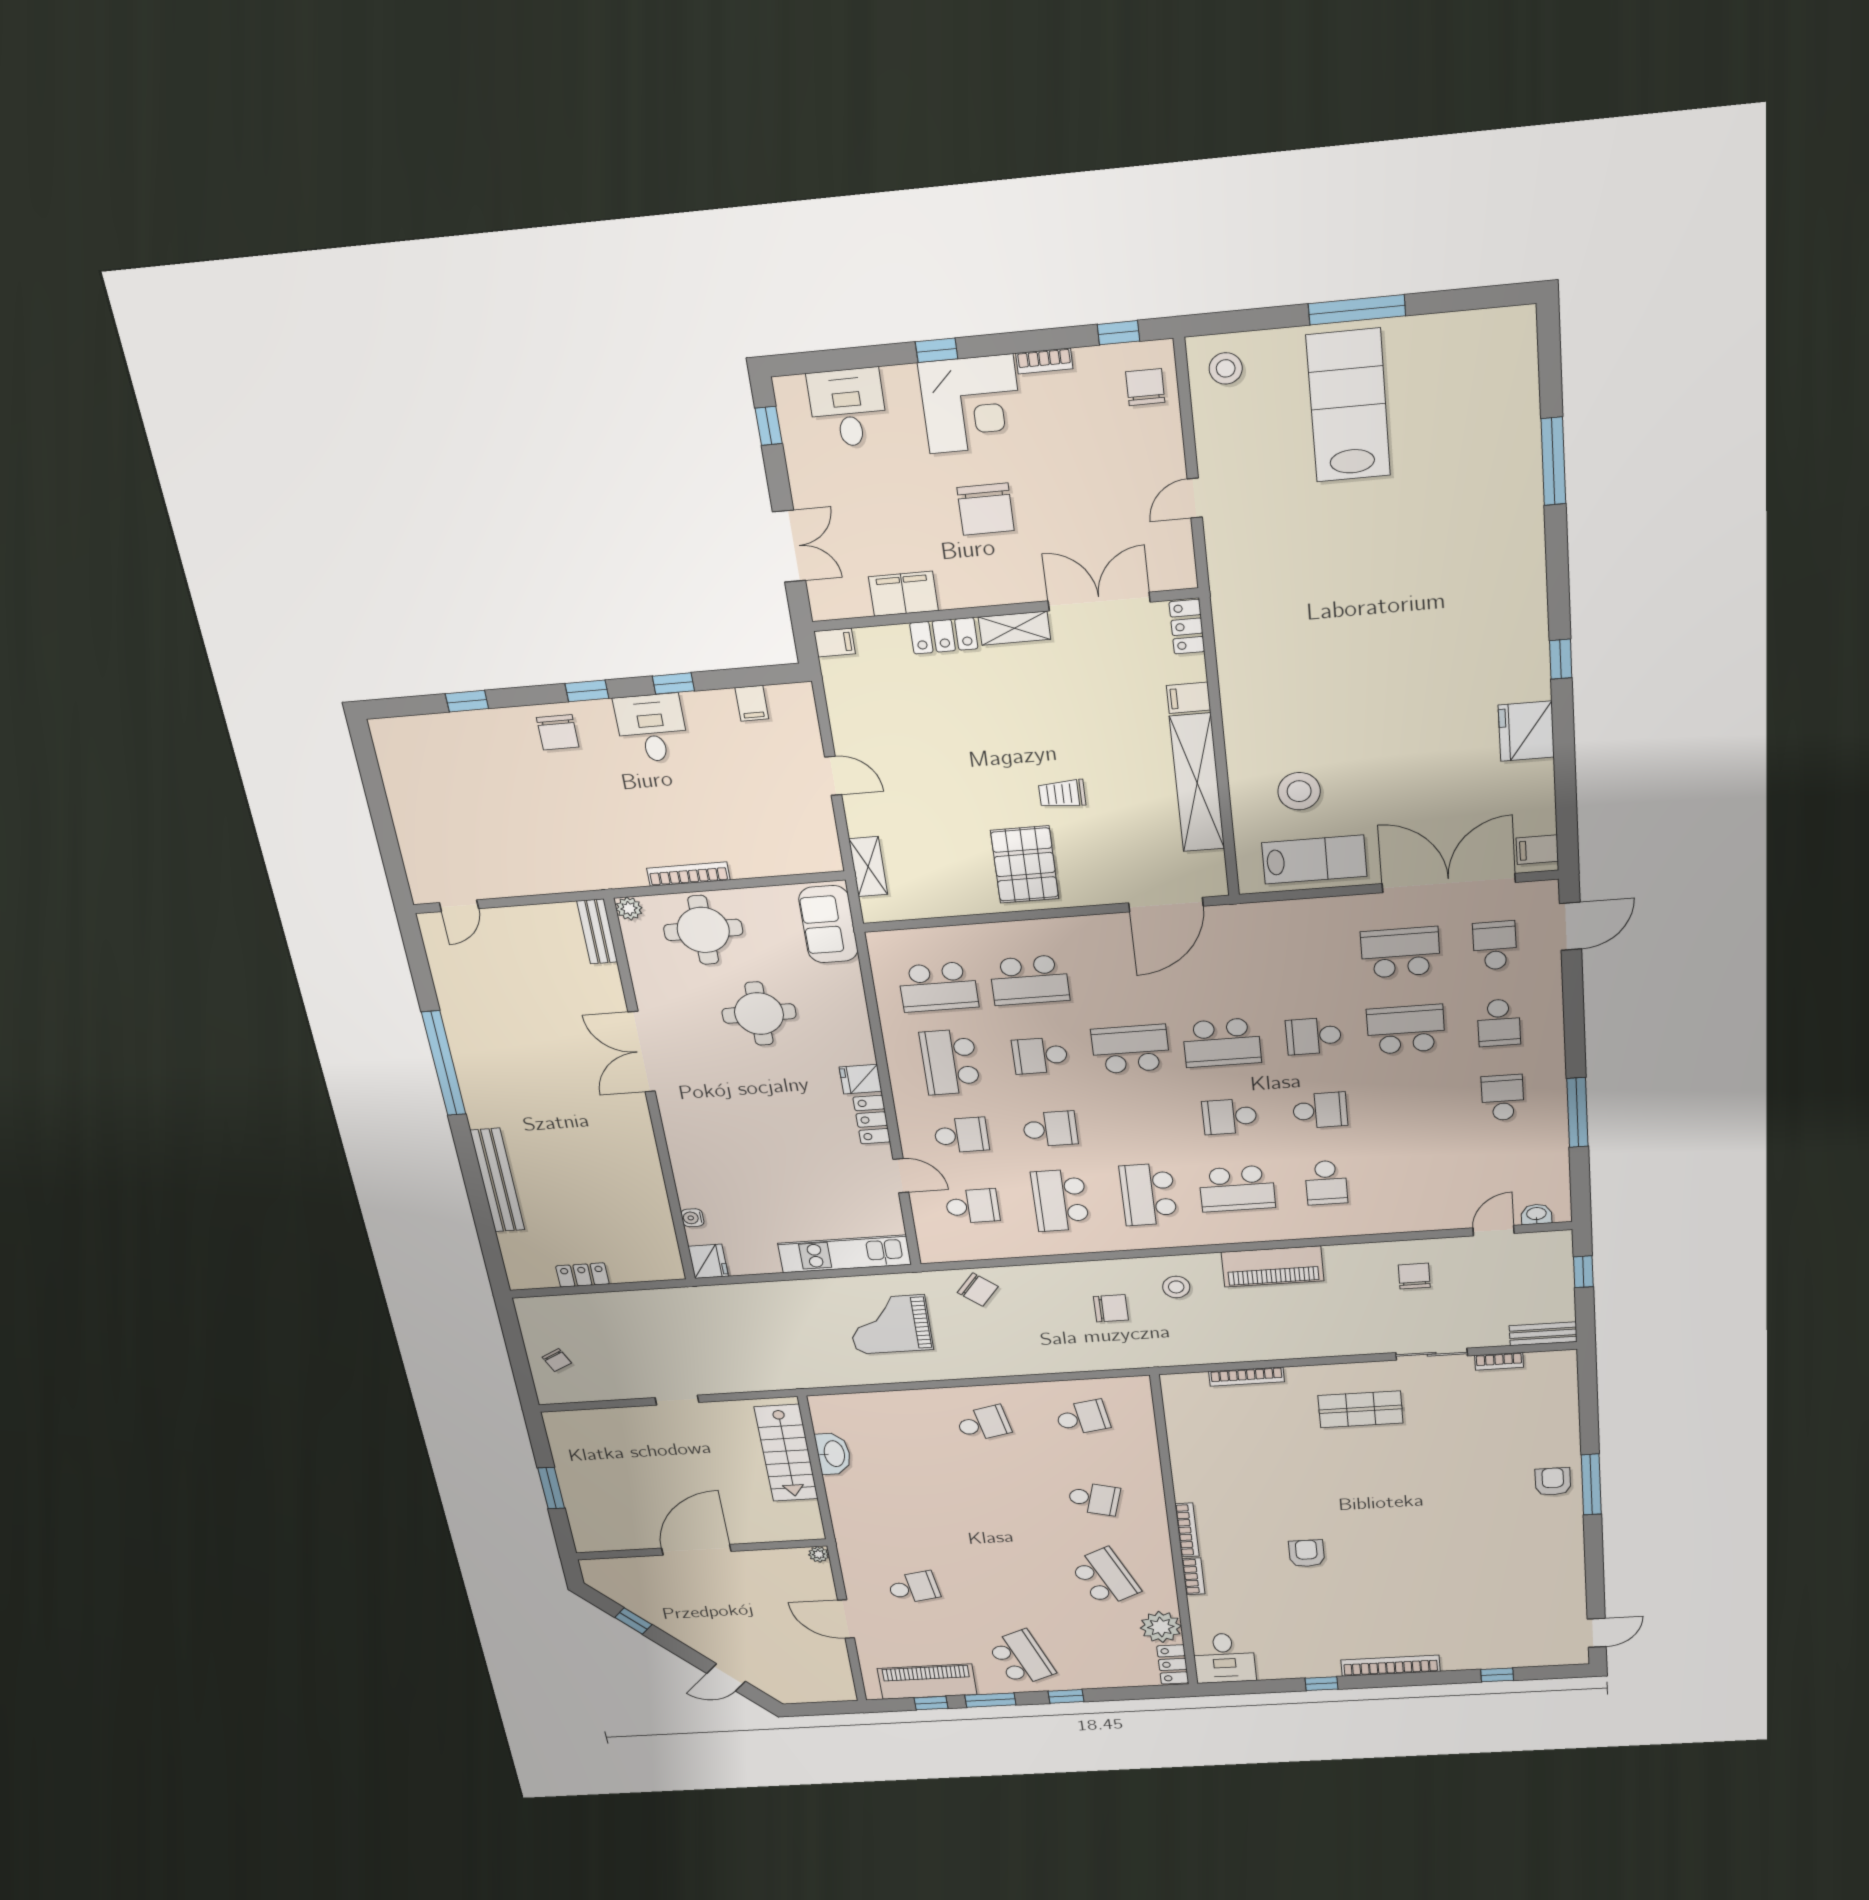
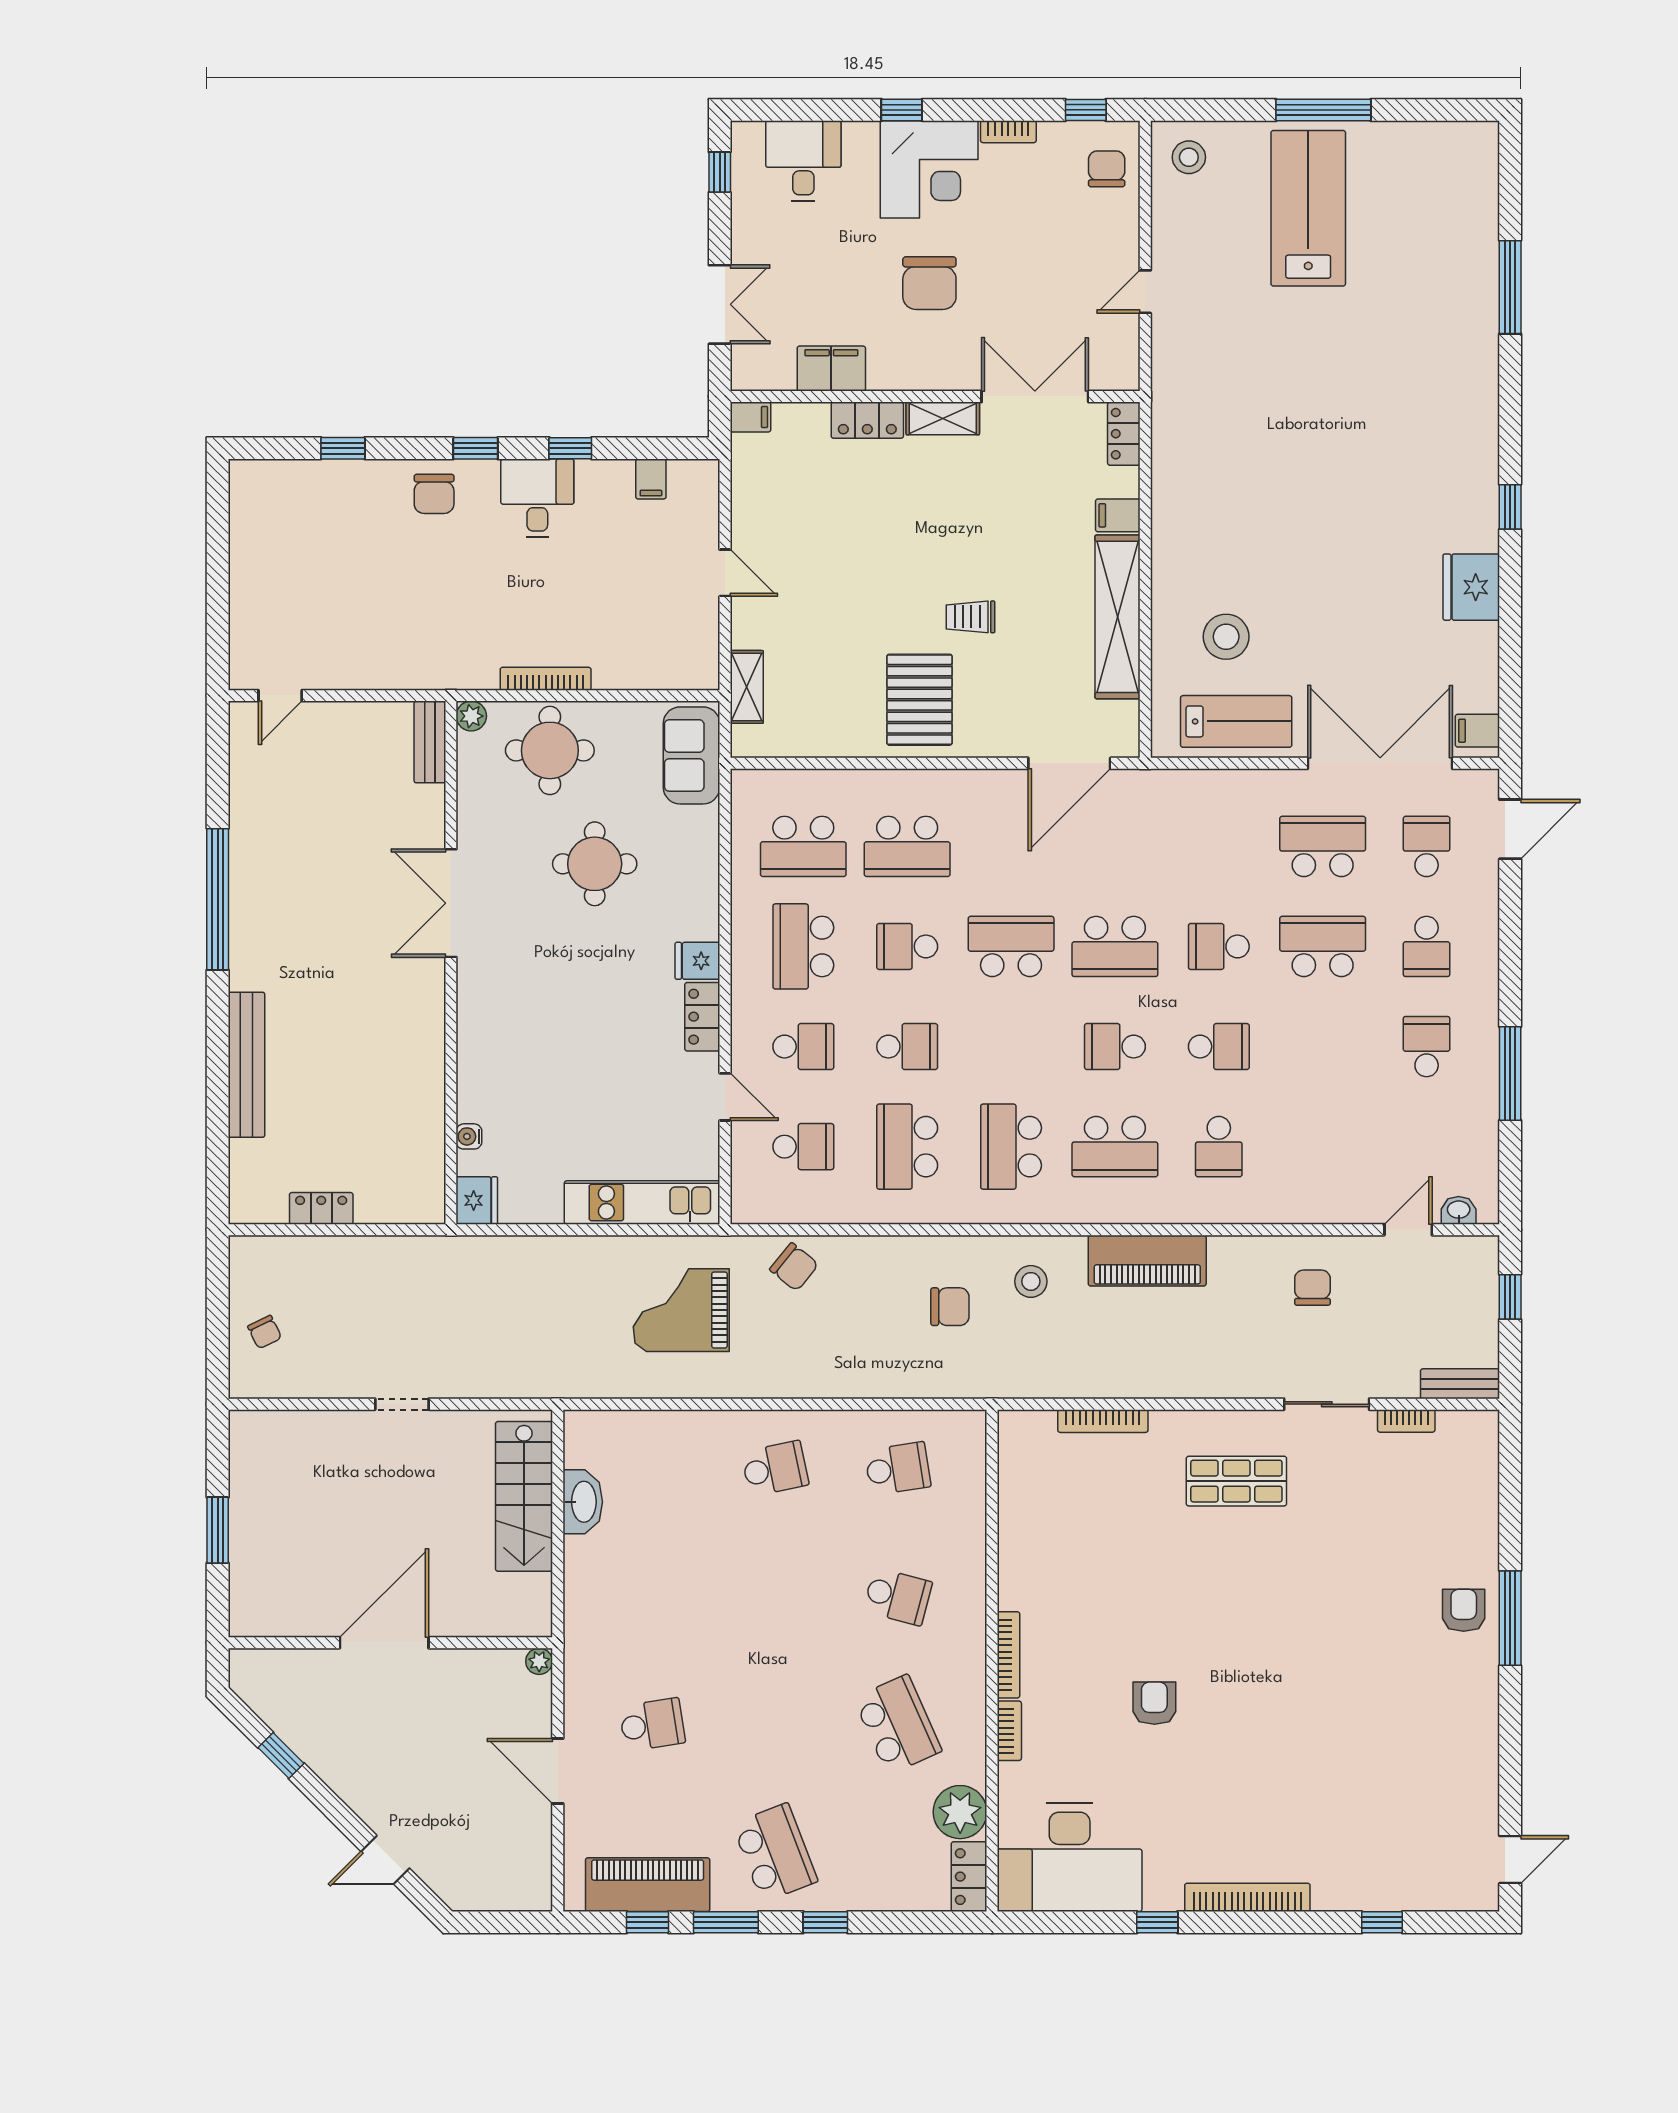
desk: (1224, 1658) -> (1070, 1857), width x1.87, depth x1.30

